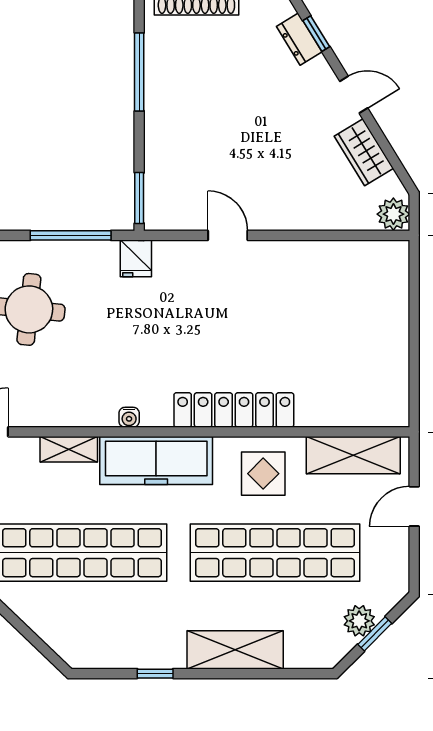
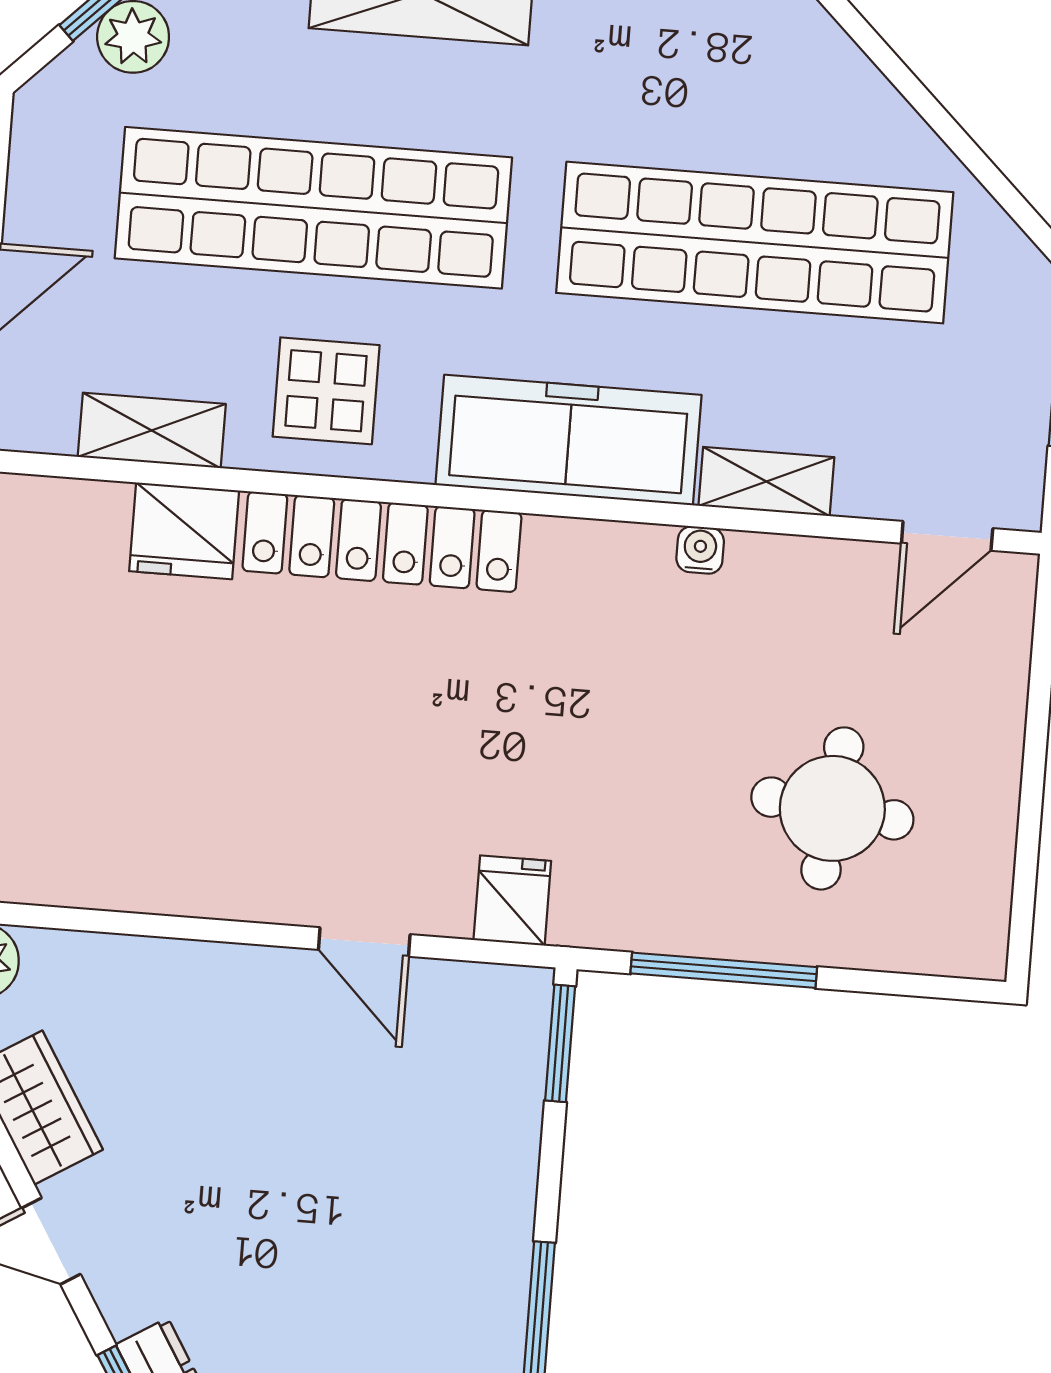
fridge: (136, 258) -> (512, 901), moved
fridge: (320, 408) -> (184, 531), added
water cooler: (129, 417) -> (700, 550), moved
shelving: (353, 455) -> (152, 430), width x0.67, depth x0.75

